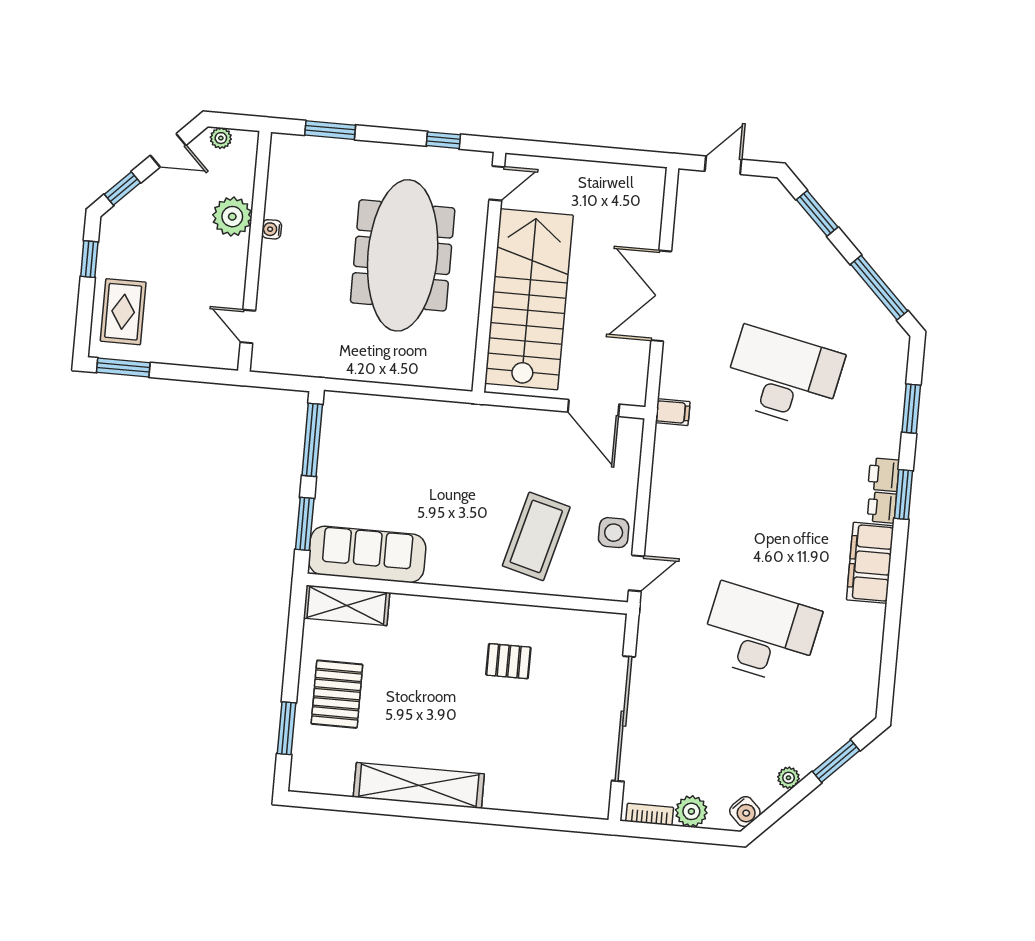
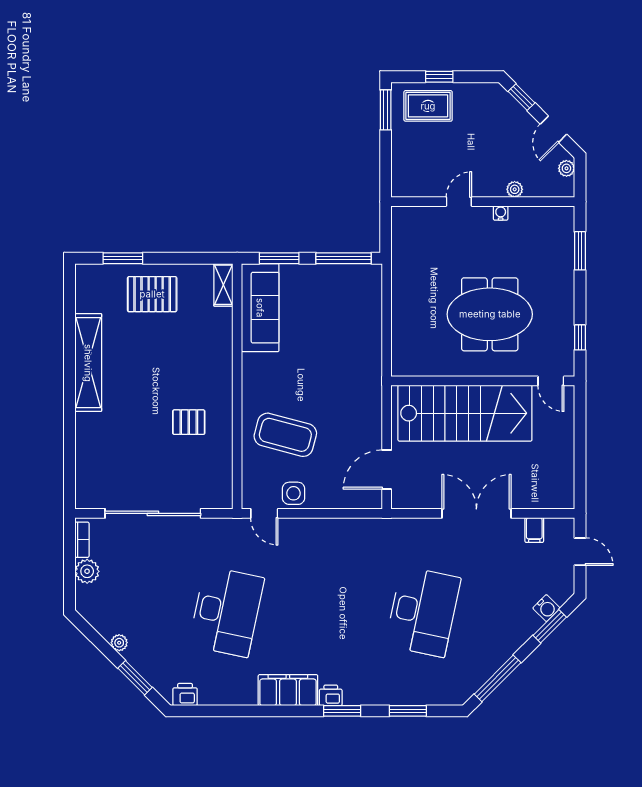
plant: (232, 217) -> (515, 189), width x0.53, depth x0.53
meeting table: (403, 255) -> (490, 314), width x0.73
window: (89, 259) -> (439, 77), moved
door: (248, 326) -> (459, 202), moved
filing cabinet: (673, 412) -> (534, 530), moved
printer: (884, 475) -> (185, 695), moved
shelving: (347, 605) -> (223, 285), width x0.67, depth x0.75
pallet: (508, 661) -> (189, 422), turned 90
water cooler: (745, 812) -> (546, 608), moved, turned -90

